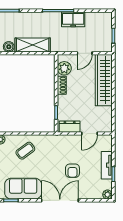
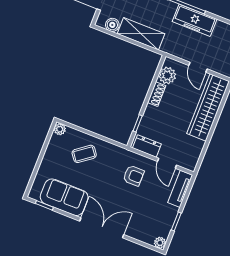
freezer: (73, 19) -> (195, 20), width x1.40
door: (85, 53) -> (198, 67), hinge flipped
door: (90, 134) -> (167, 163), hinge flipped
tv unit: (107, 165) -> (180, 189), moved
armchair: (72, 171) -> (134, 176), moved, turned -90

